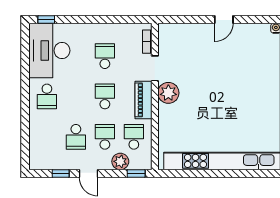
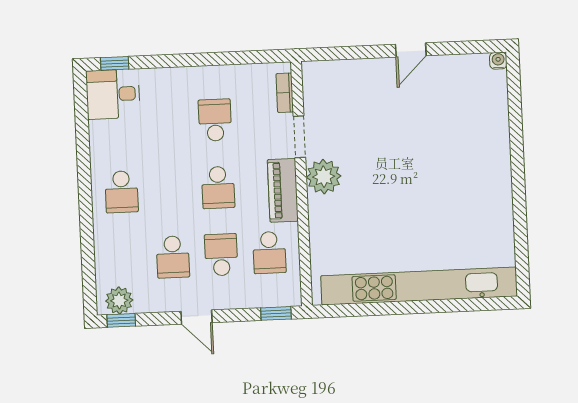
desk: (49, 51) -> (113, 94), width x0.53, depth x0.77
school desk: (105, 96) -> (218, 187), turned 180
school desk: (134, 137) -> (269, 253), turned 180
plant: (120, 161) -> (119, 301), moved
window: (61, 173) -> (121, 320), moved

